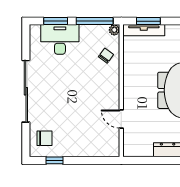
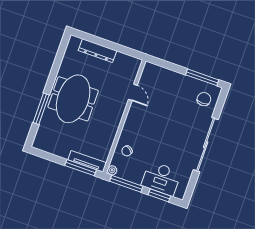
window: (148, 21) -> (81, 168), width x1.44
chair: (45, 138) -> (204, 99), turned 90
window: (54, 160) -> (202, 77), width x2.17

